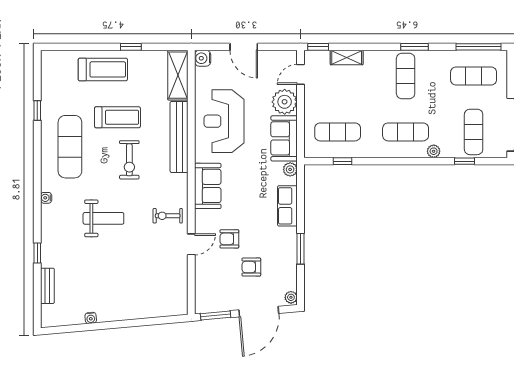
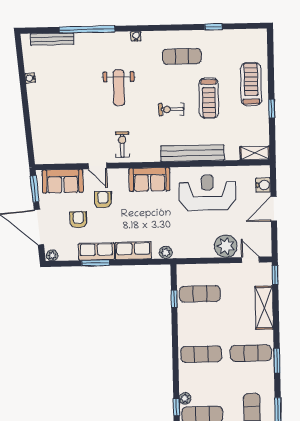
shelving: (347, 57) -> (264, 308), width x1.50, depth x1.33
water cooler: (203, 58) -> (263, 185), moved, turned 90
treadmill: (103, 69) -> (251, 84), turned 180
shelving: (178, 75) -> (255, 153), width x0.67, depth x0.75
exercise mat: (338, 132) -> (200, 294), turned 90
exercise mat: (406, 132) -> (201, 354), turned 90
sofa: (284, 138) -> (63, 181), moved, turned 180
exercise mat: (70, 147) -> (182, 56), width x0.73, depth x0.69
plant: (434, 151) -> (185, 398), moved
exercise bike: (129, 160) -> (171, 109), width x0.73, depth x0.72
row of seats: (288, 247) -> (96, 252), added
window: (37, 253) -> (87, 29), width x3.17
bench: (47, 286) -> (52, 39), width x1.36

